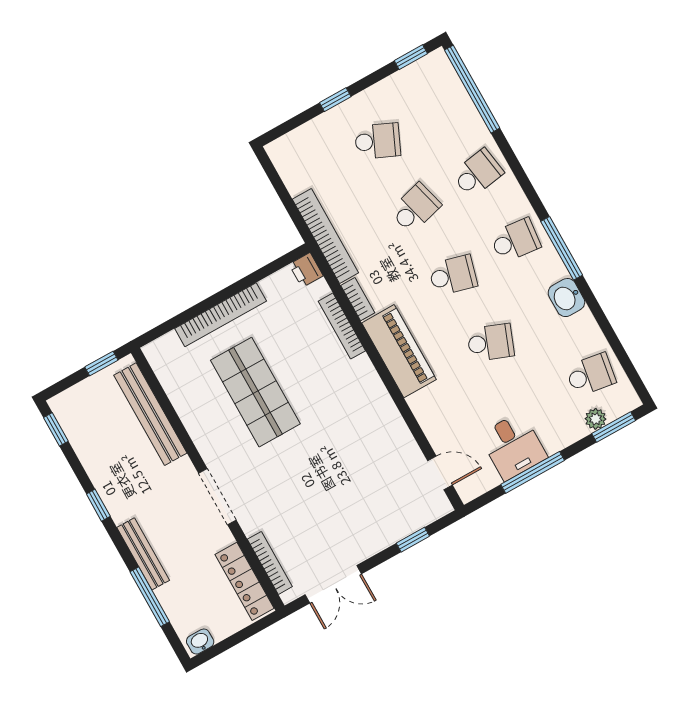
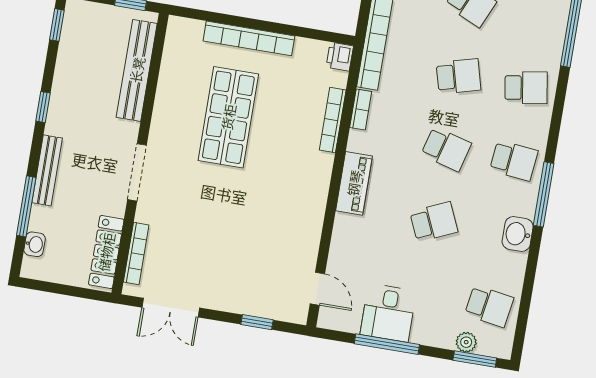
school desk: (491, 342) -> (434, 222), turned -45
piano: (399, 351) -> (354, 183), width x0.73, depth x0.75
washbasin: (200, 642) -> (35, 244), moved, turned 90

